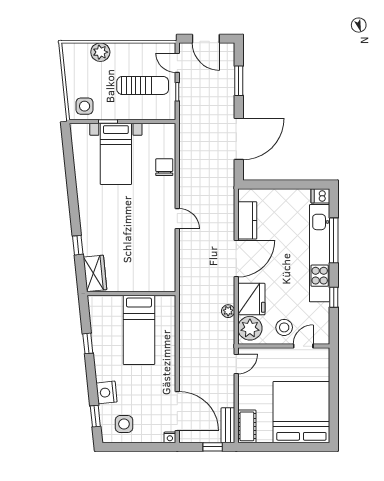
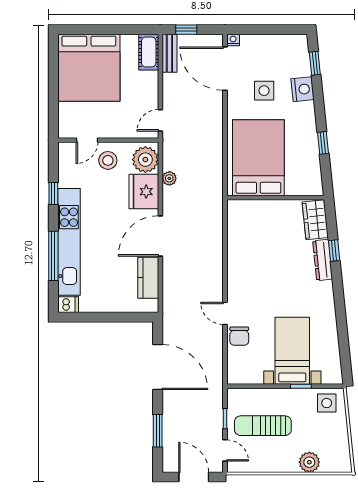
door: (239, 139) -> (158, 367), swing flipped
door: (177, 219) -> (225, 313), moved
dresser: (88, 237) -> (323, 260), added
bed: (139, 330) -> (258, 158), width x1.50
side table: (124, 424) -> (264, 91), moved

